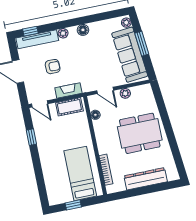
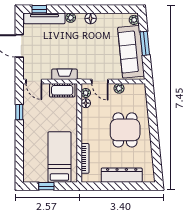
armchair: (53, 67) -> (54, 48), removed
plant: (93, 105) -> (86, 93), added
dining table: (140, 133) -> (125, 130), width x0.73

